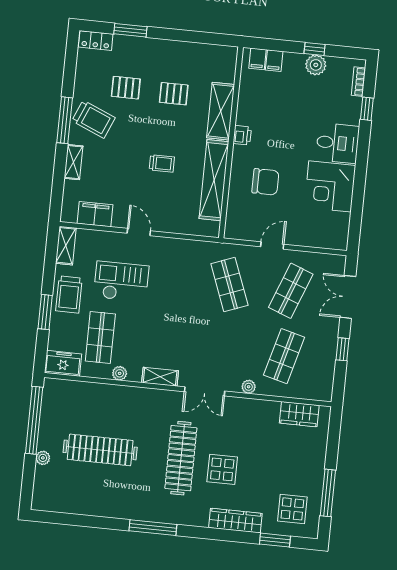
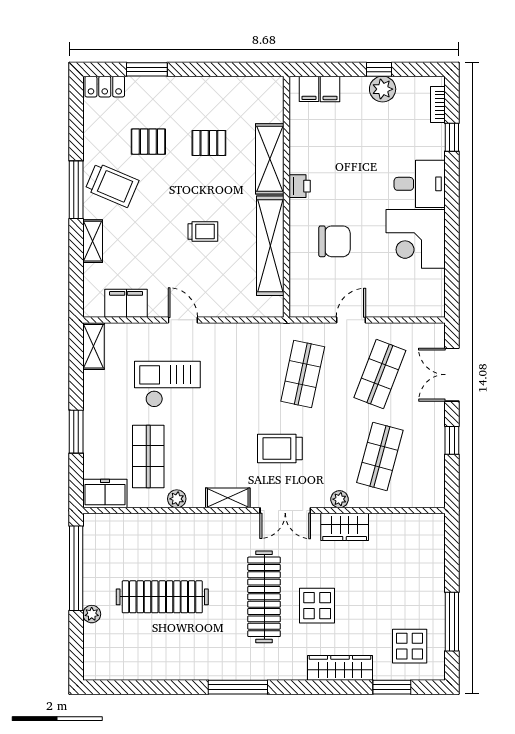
shop shelf: (229, 285) -> (303, 374), turned 33
trolley: (69, 295) -> (280, 448), moved, turned 90
wardrobe: (299, 414) -> (345, 527), moved

